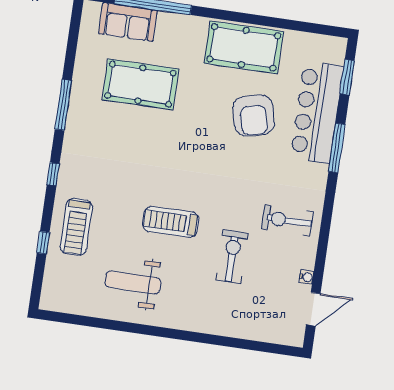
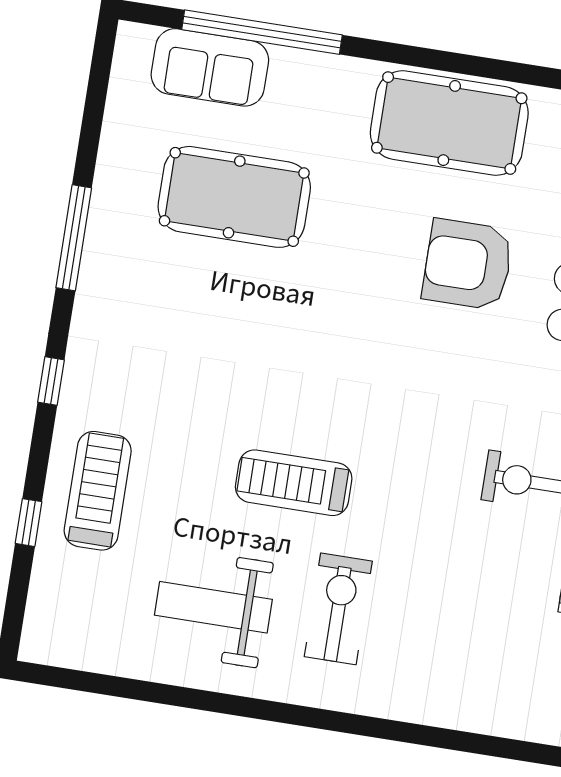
armchair: (253, 116) -> (468, 265), turned 104
treadmill: (76, 227) -> (98, 491), turned 180
exercise bike: (232, 257) -> (338, 609), moved

